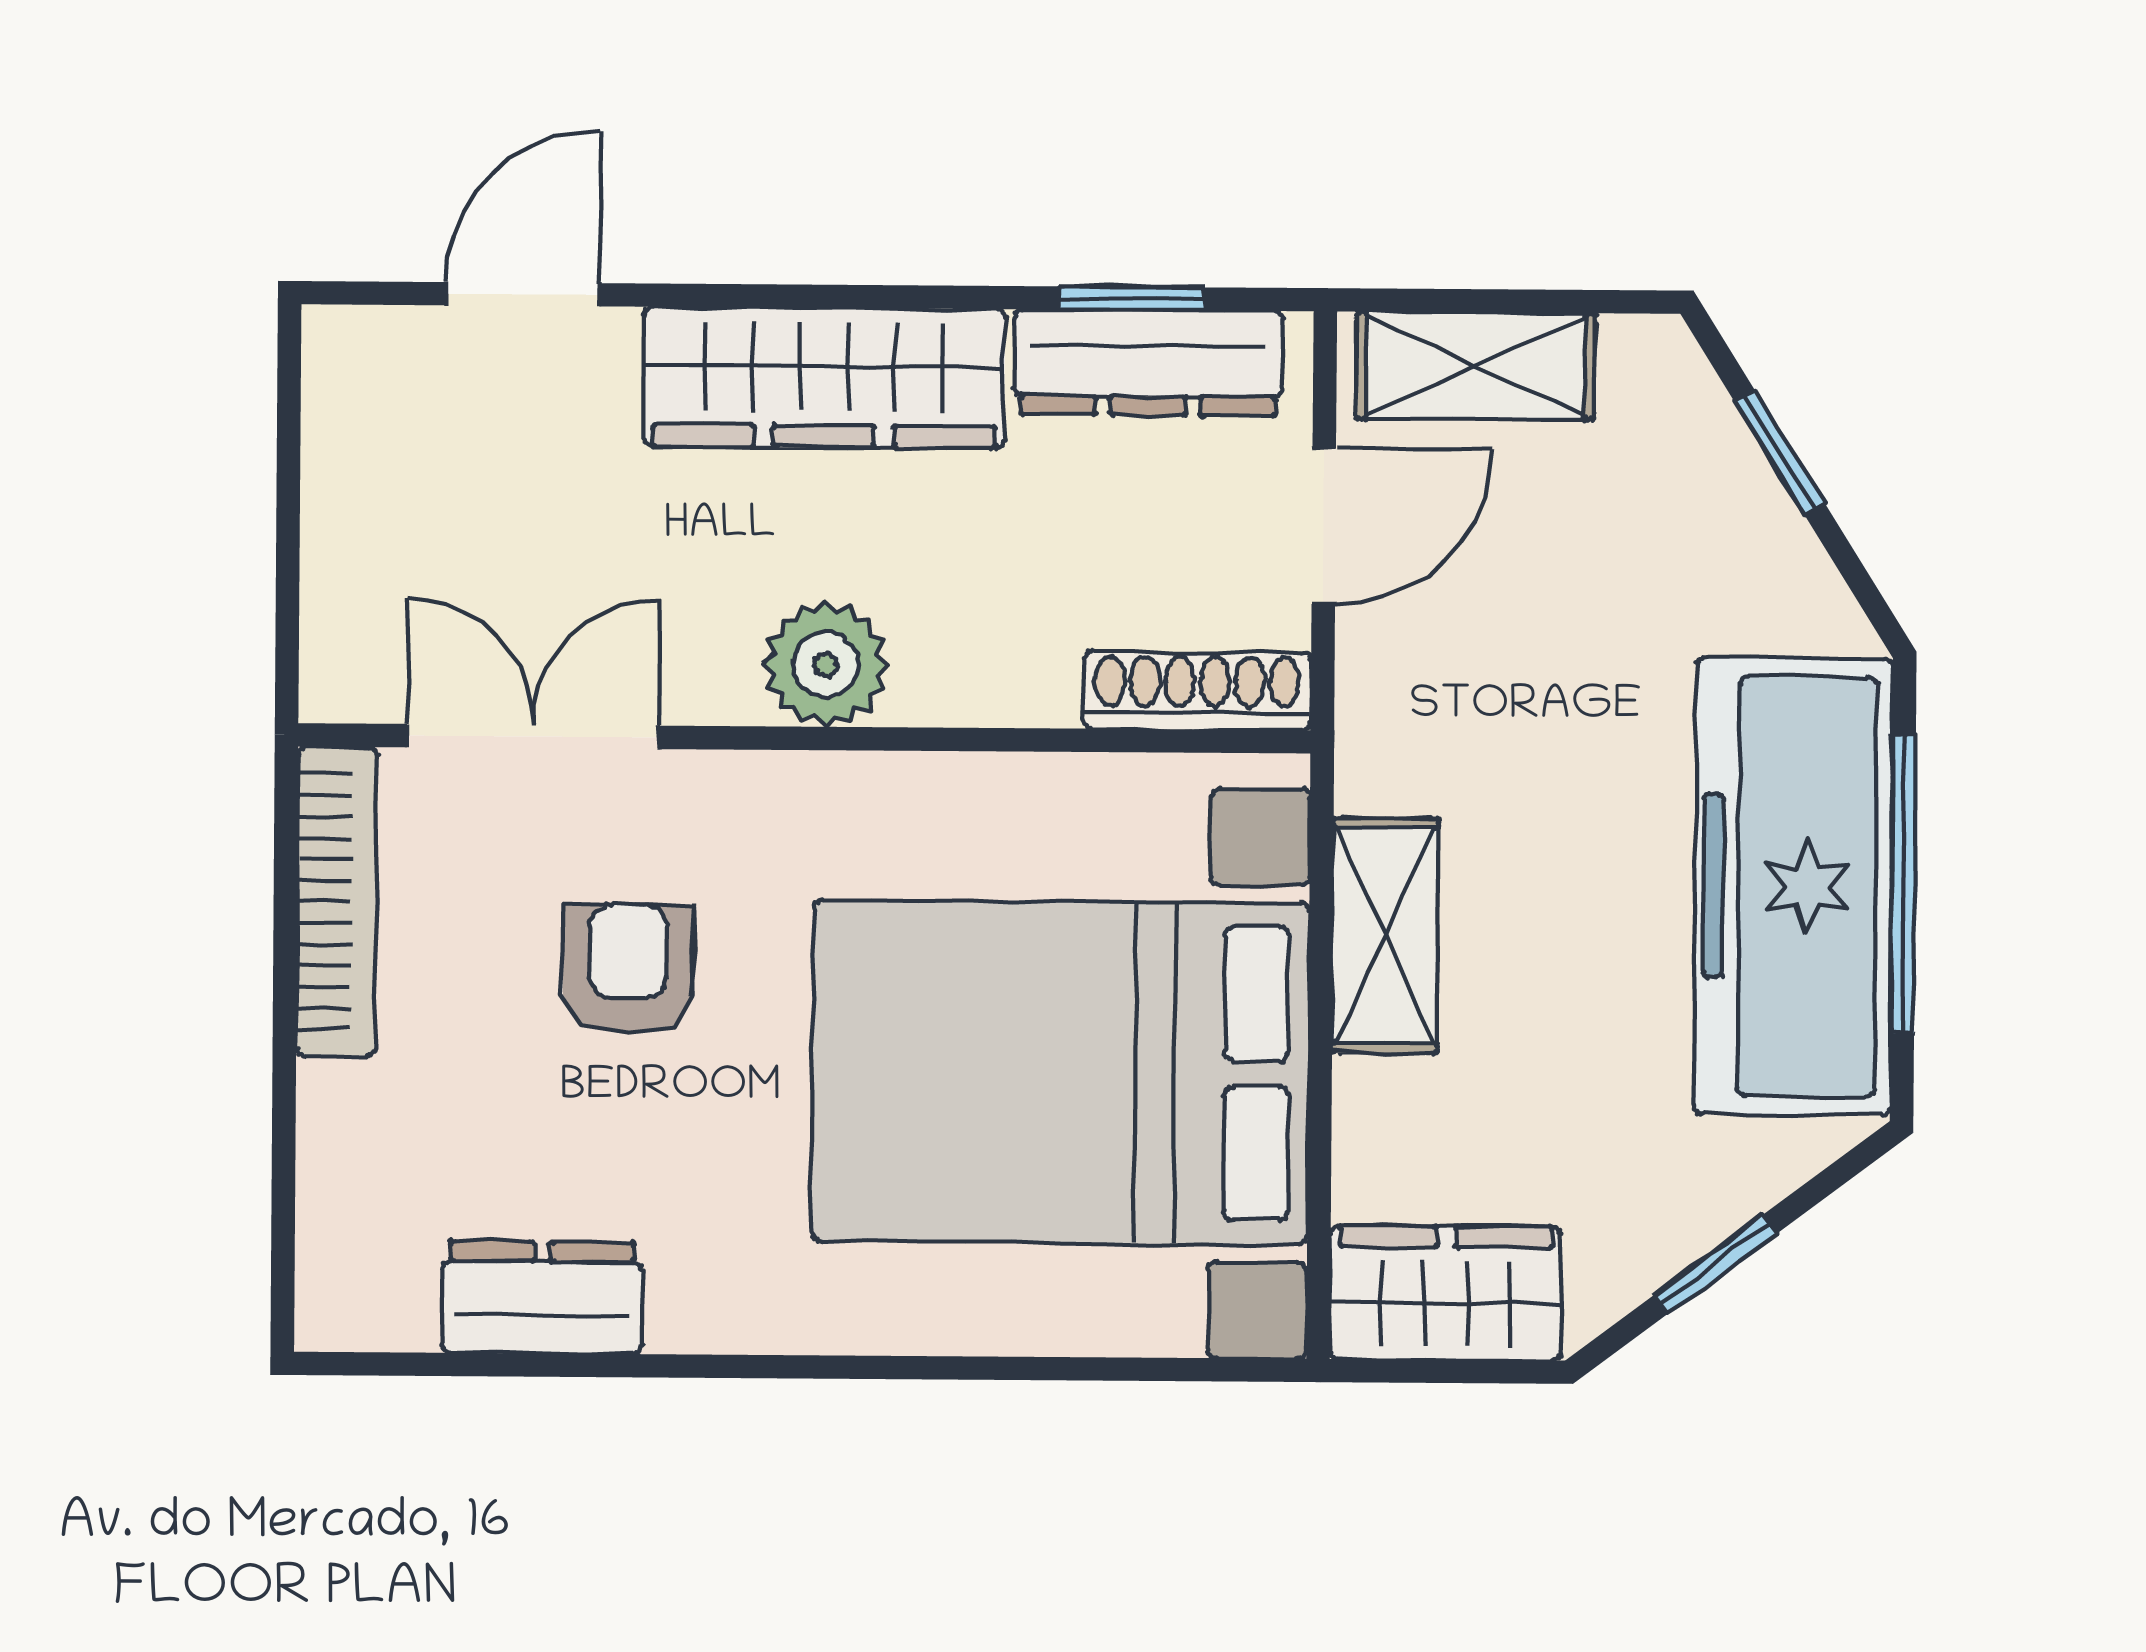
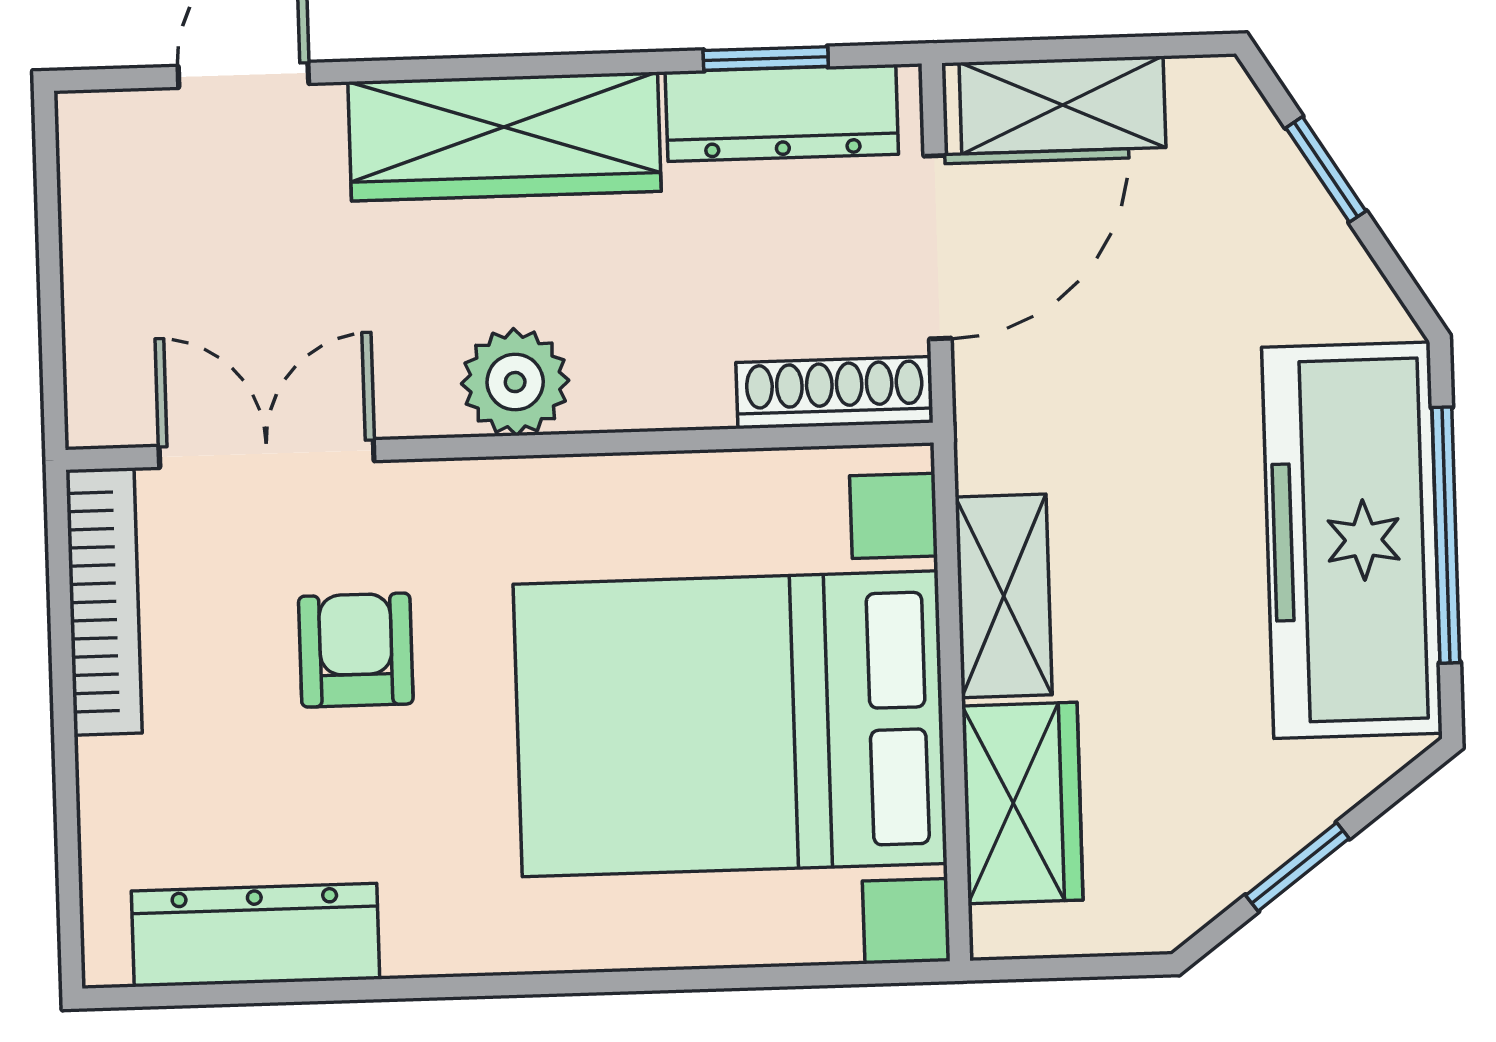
door: (1324, 526) -> (938, 247), width x1.38
wardrobe: (1446, 1293) -> (1022, 803), moved, turned 90
dresser: (542, 1297) -> (255, 935), width x1.44

